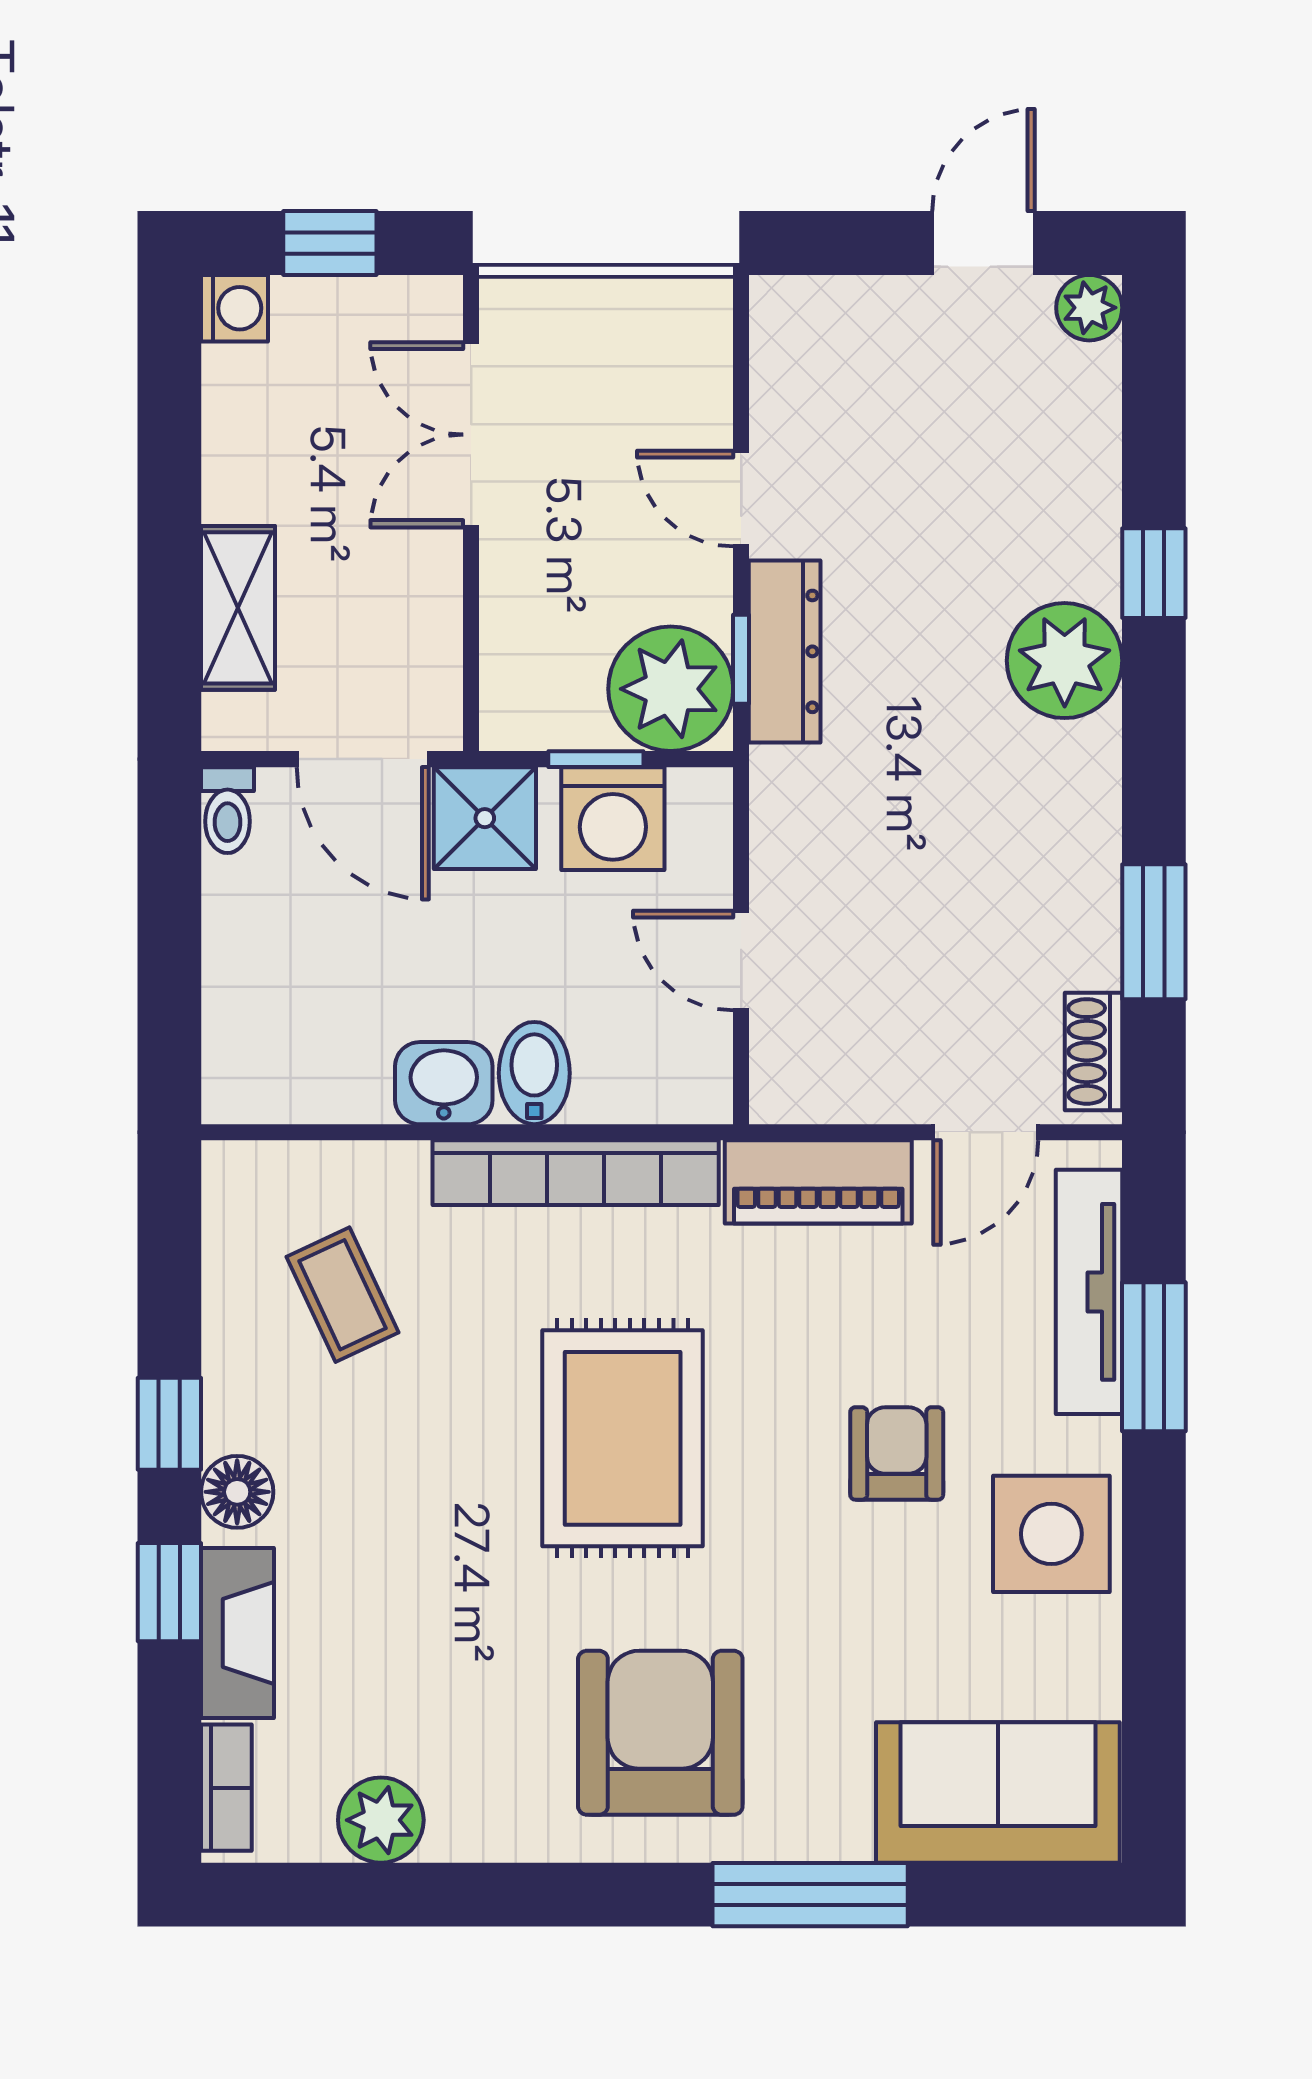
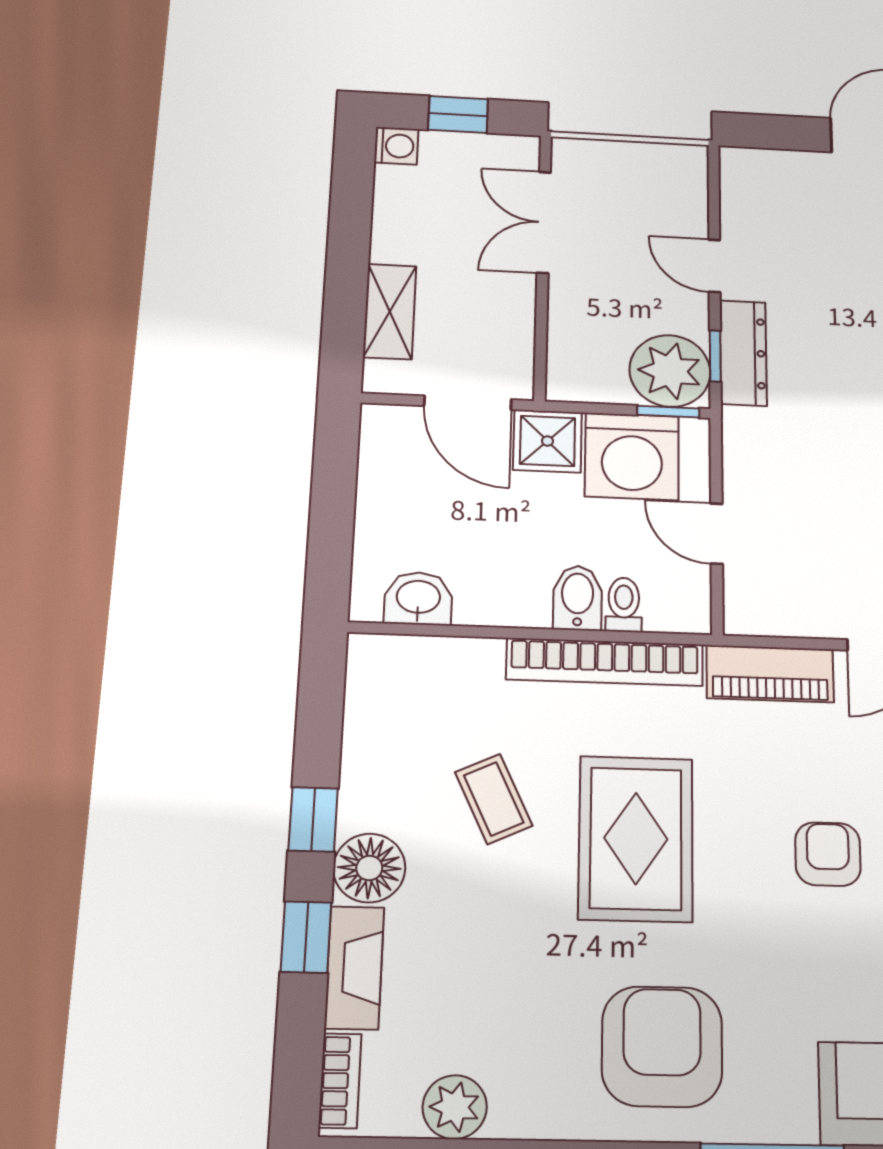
window: (596, 759) -> (668, 412), moved
toilet: (228, 810) -> (624, 605), moved, turned 180
washing machine: (613, 819) -> (632, 456), width x1.37, depth x1.37
washbasin: (444, 1083) -> (418, 598), moved
coffee table: (342, 1295) -> (494, 799), moved
floor lamp: (237, 1492) -> (369, 868), width x1.38, depth x1.38

